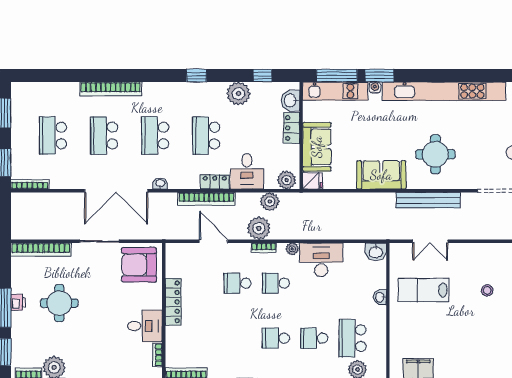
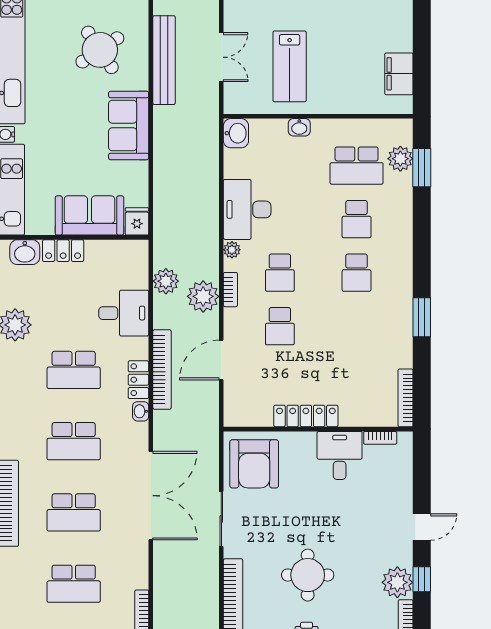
round table: (435, 154) -> (100, 50), turned -34
plant: (287, 180) -> (136, 258), removed
locker: (215, 182) -> (138, 380), moved
washbasin: (160, 183) -> (141, 411), moved

